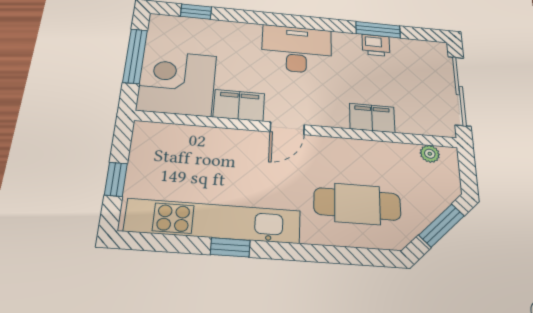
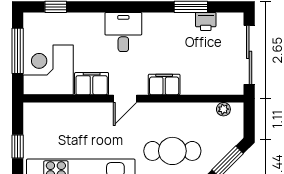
printer: (376, 45) -> (206, 21), moved
desk: (297, 49) -> (123, 32), width x0.73
filing cabinet: (372, 118) -> (164, 84), moved

